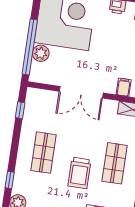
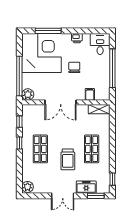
chair: (108, 47) -> (74, 67), added
plant: (41, 53) -> (28, 95), moved
window: (10, 180) -> (19, 143), moved

